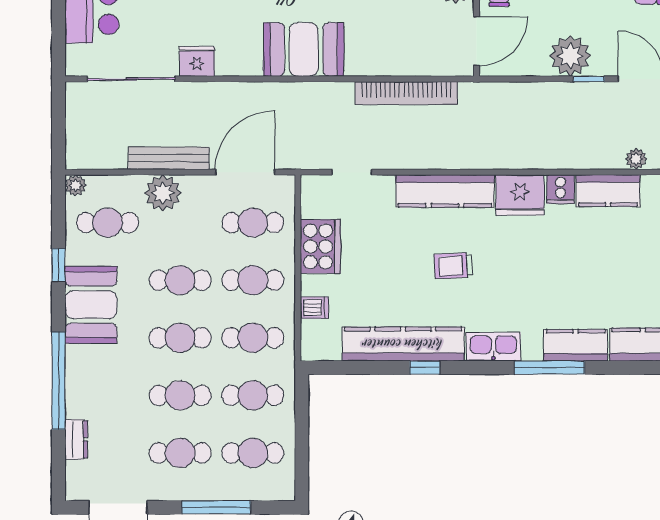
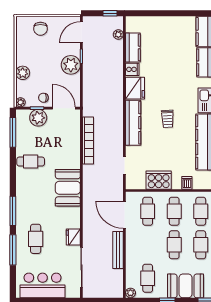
plant: (163, 193) -> (134, 253), removed

